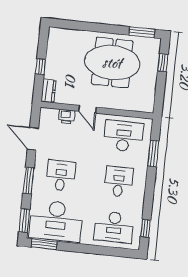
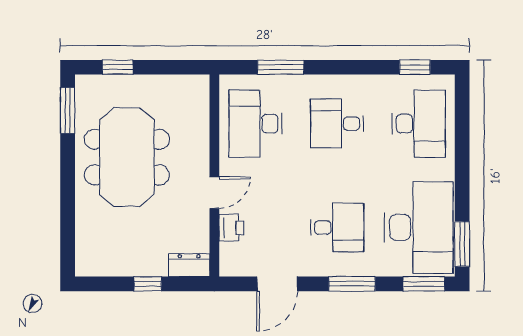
desk: (61, 176) -> (337, 227), turned 180

